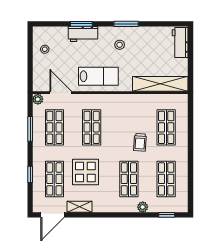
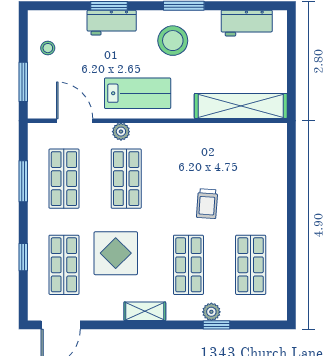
workbench: (180, 42) -> (247, 23), moved, turned -90
stool: (120, 45) -> (173, 41), width x1.89, depth x1.89
window: (30, 69) -> (23, 82), added
plant: (38, 99) -> (121, 132), moved
shop shelf: (166, 127) -> (251, 179), removed
shelving: (80, 207) -> (145, 311), moved
window: (167, 215) -> (216, 325), moved

